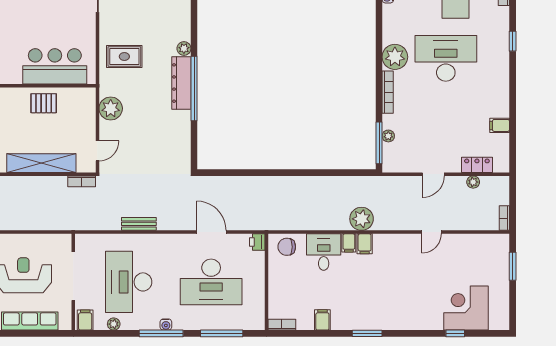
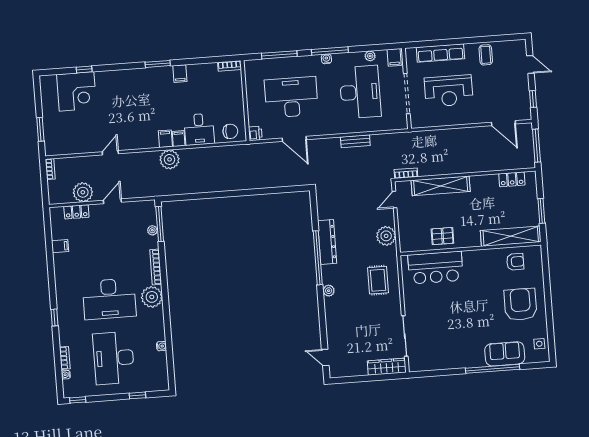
rug: (124, 56) -> (378, 280), turned 90
dresser: (181, 83) -> (327, 242), moved
plant: (473, 182) -> (83, 192), width x1.87, depth x1.87
filing cabinet: (322, 320) -> (180, 74), moved

